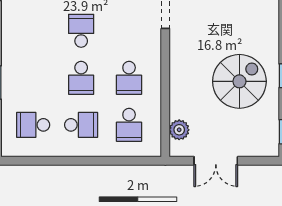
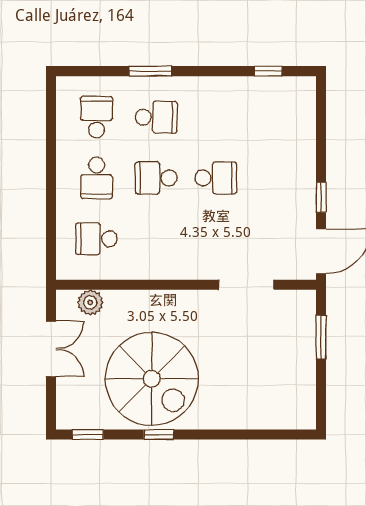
school desk: (129, 78) -> (156, 117), moved, turned 180
spiral stairs: (239, 81) -> (152, 379), width x1.37, depth x1.37
double door: (216, 161) -> (51, 349), swing flipped

